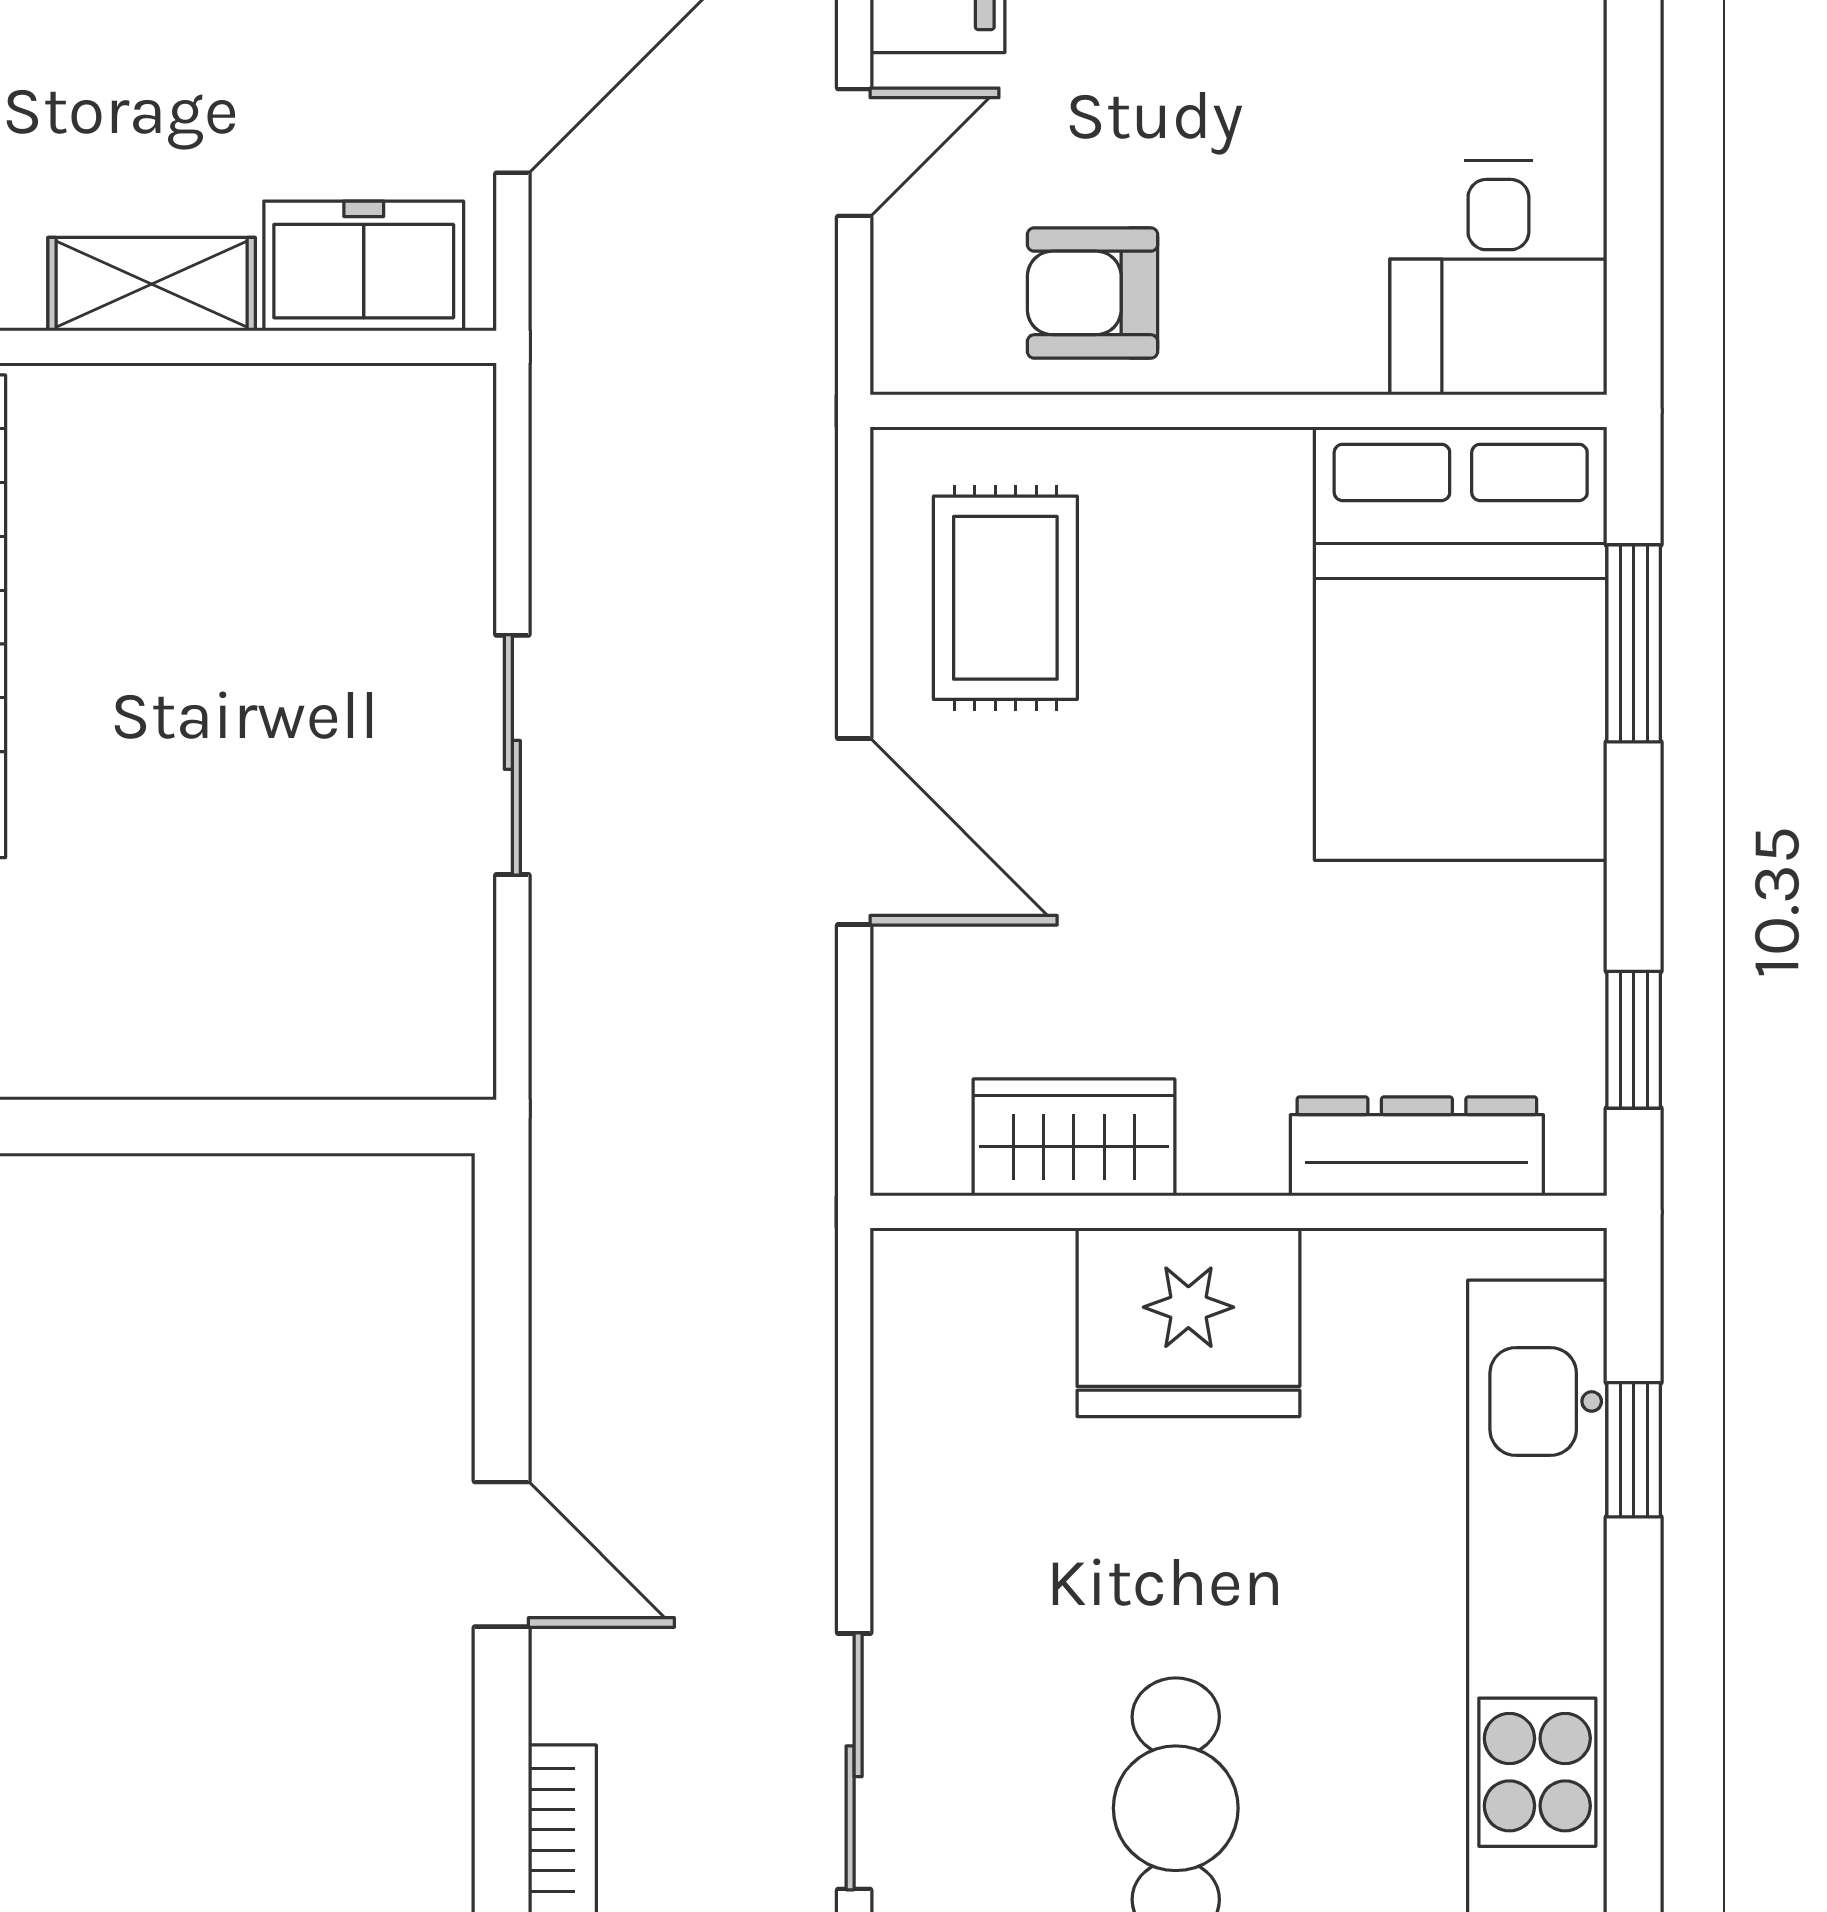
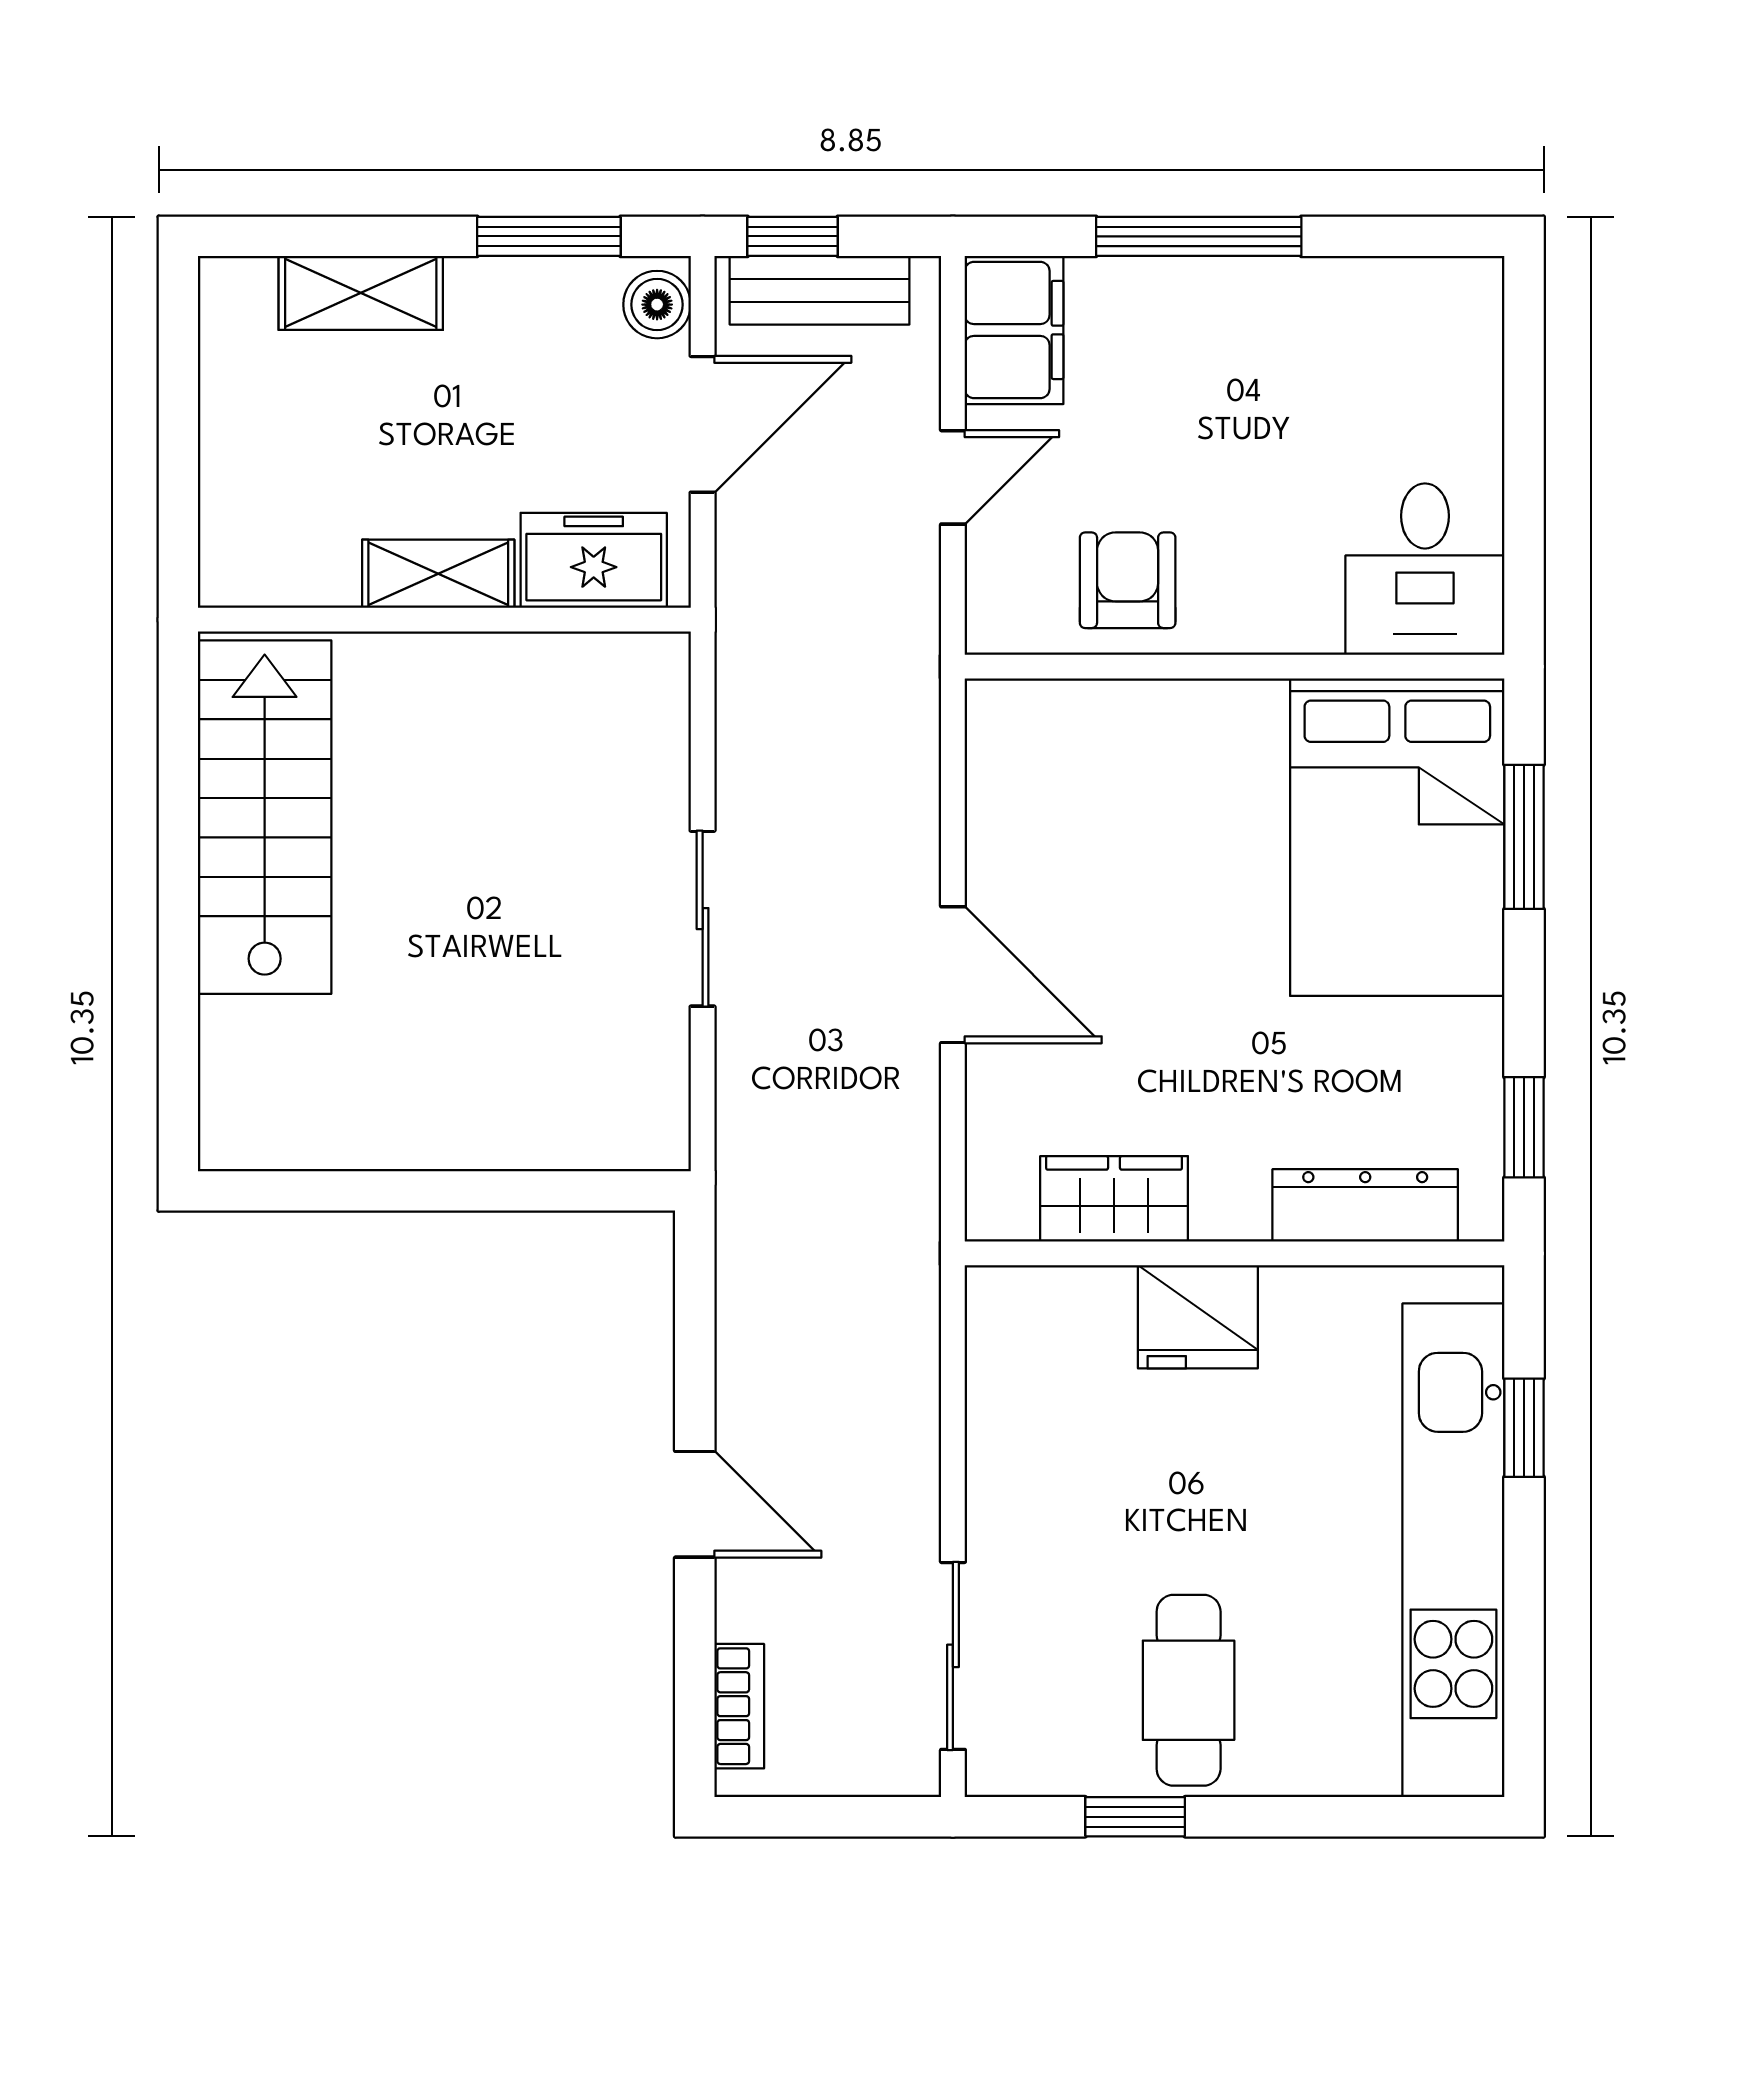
armchair: (1093, 293) -> (1128, 580), turned 90
rug: (1005, 598) -> (1064, 804), removed
fridge: (1188, 1322) -> (1198, 1317), width x0.73, depth x0.75

